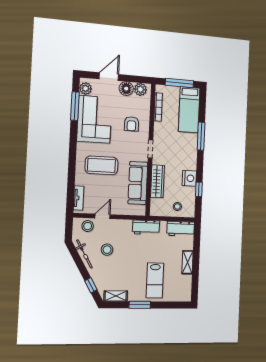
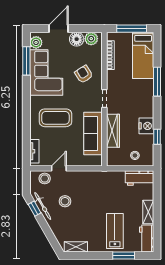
armchair: (132, 124) -> (84, 74), turned 148
workbench: (146, 227) -> (147, 238), moved, turned 90
lab bench: (155, 280) -> (115, 231), turned 180
window: (91, 285) -> (35, 209), moved
window: (140, 305) -> (124, 255), moved

